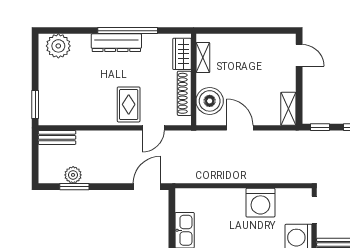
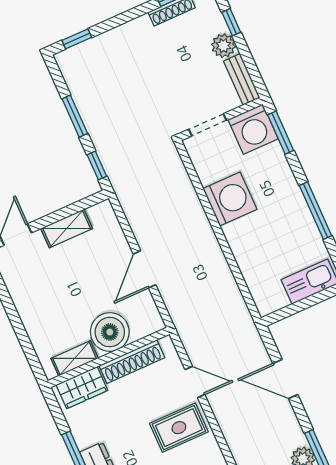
boiler: (210, 101) -> (110, 332), moved
shelving: (288, 109) -> (67, 228), moved
door: (147, 187) -> (285, 379), moved

